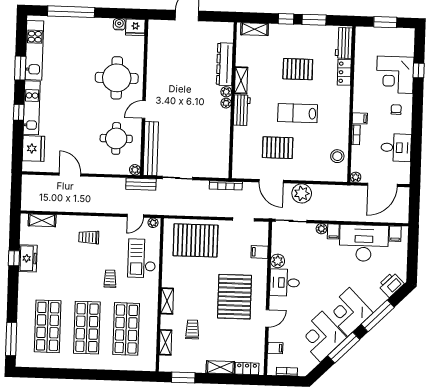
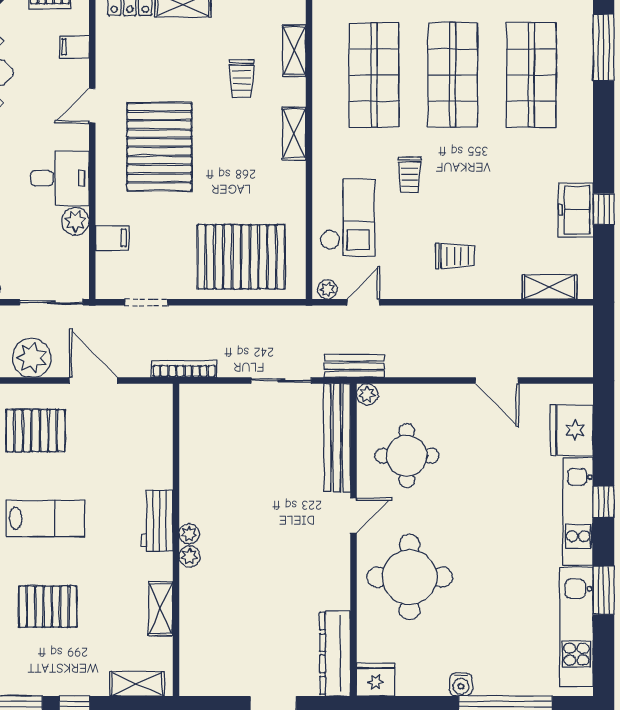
water cooler: (119, 24) -> (461, 684), moved
dresser: (225, 64) -> (335, 653), moved, turned 180
shelving: (241, 80) -> (161, 609), moved
pallet: (278, 148) -> (36, 431), moved

